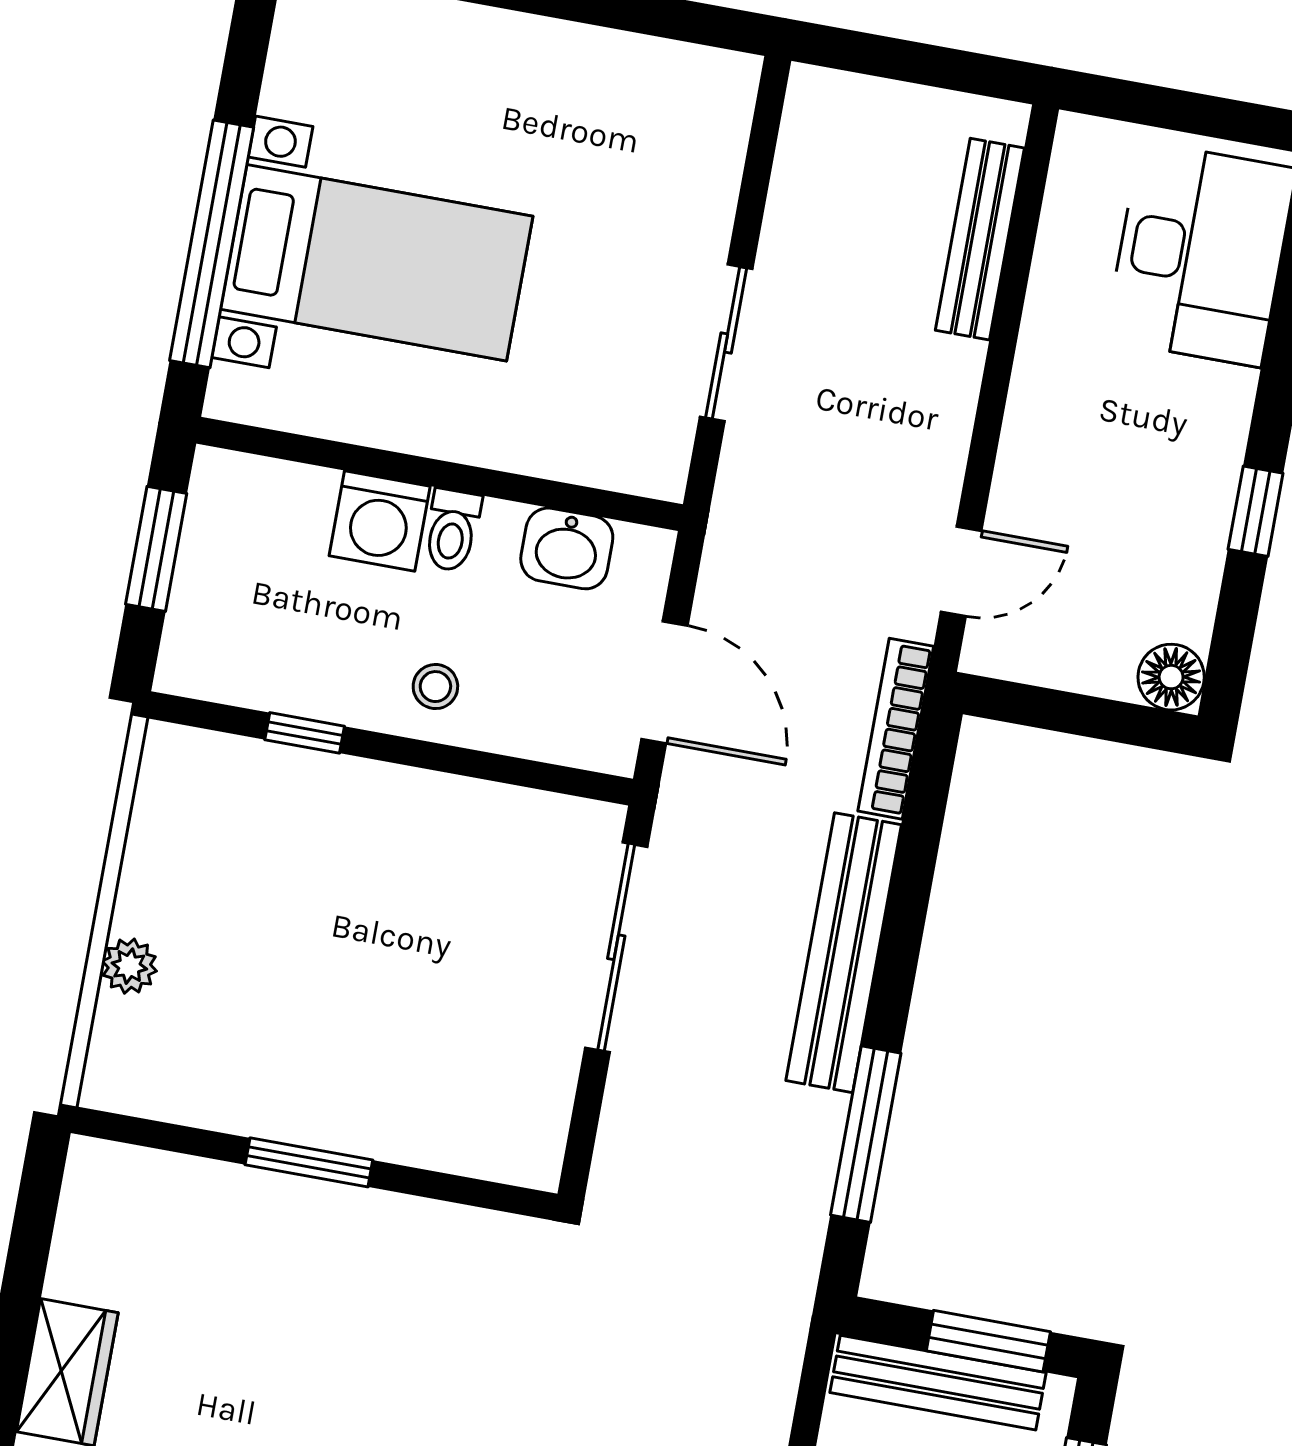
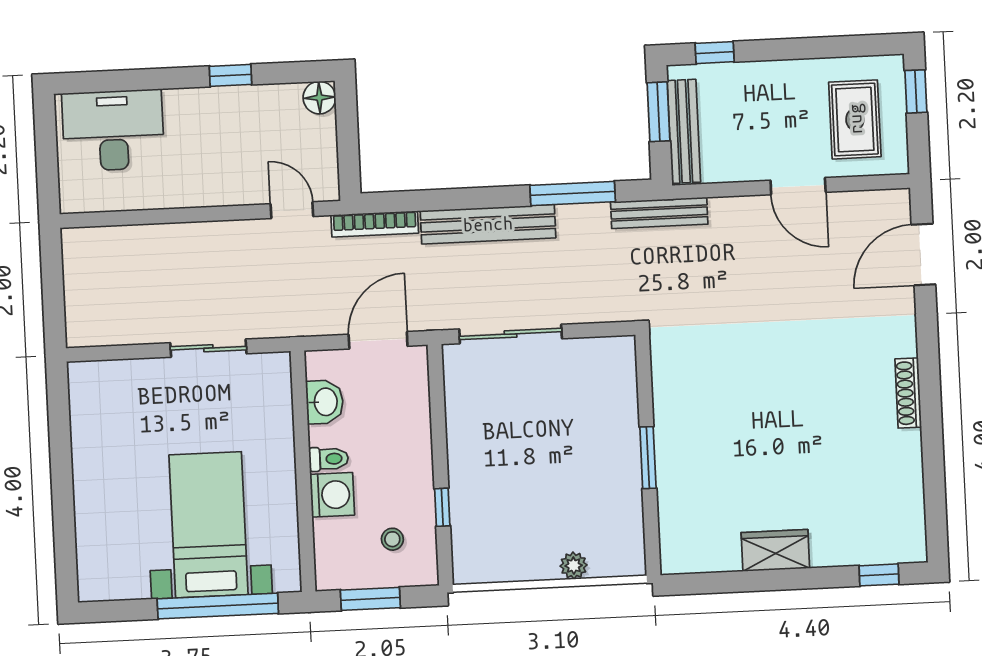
bench: (980, 239) -> (659, 213), moved
stool: (435, 687) -> (392, 539), moved

